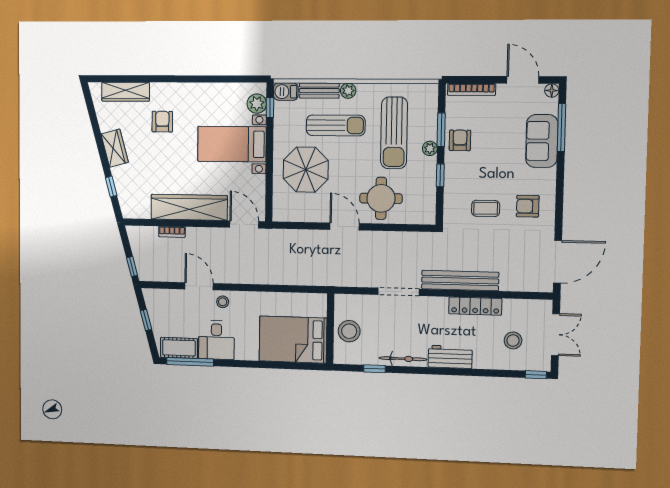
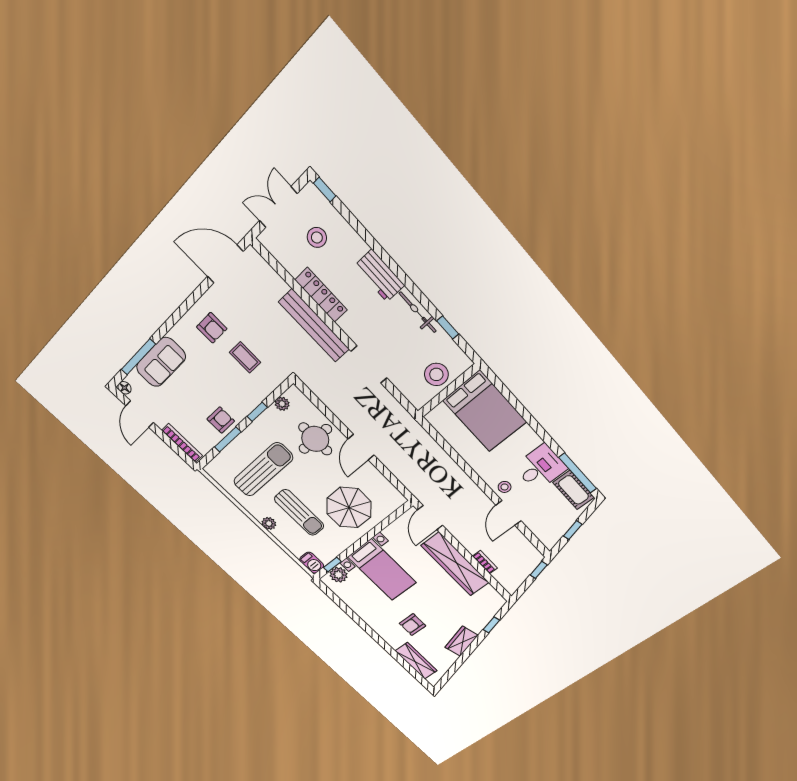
bench: (319, 91) -> (288, 542), removed
sun lounger: (336, 125) -> (299, 513), turned 180
armchair: (460, 140) -> (221, 420), turned 180
plant: (430, 148) -> (282, 404), moved

